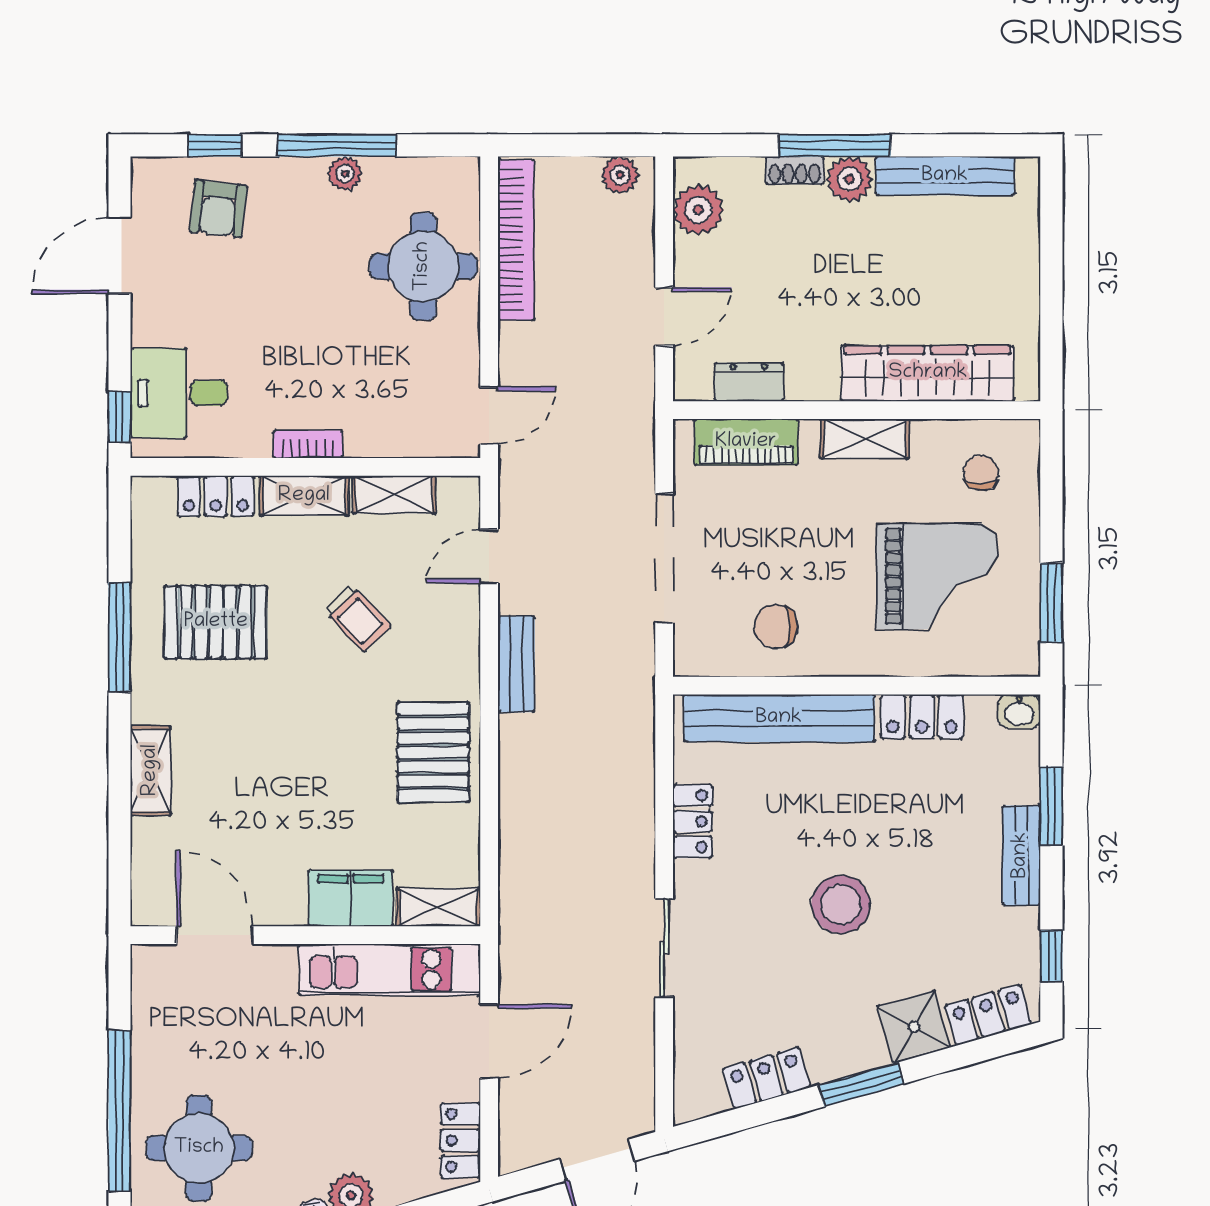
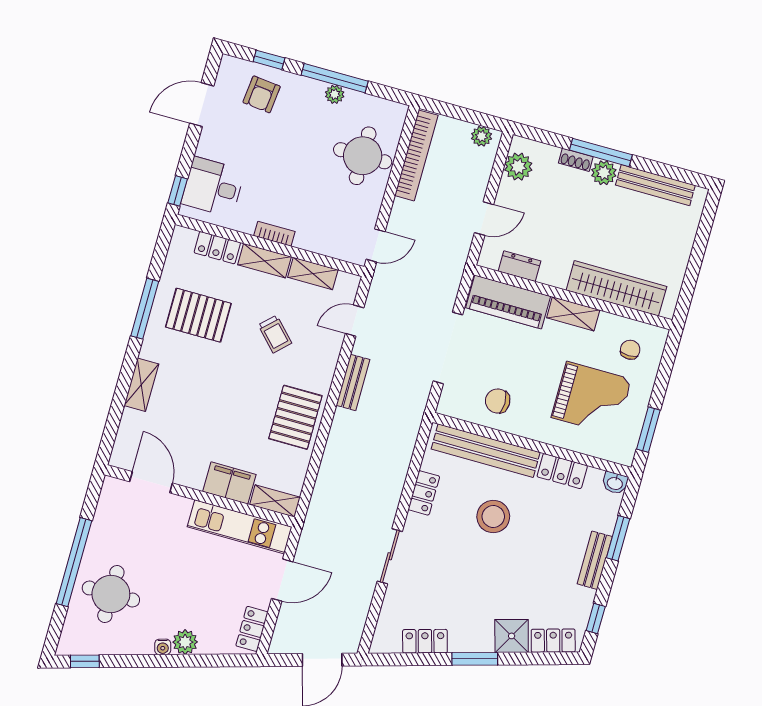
piano: (746, 442) -> (508, 302), width x1.37, depth x1.33
stool: (841, 904) -> (493, 517), moved

